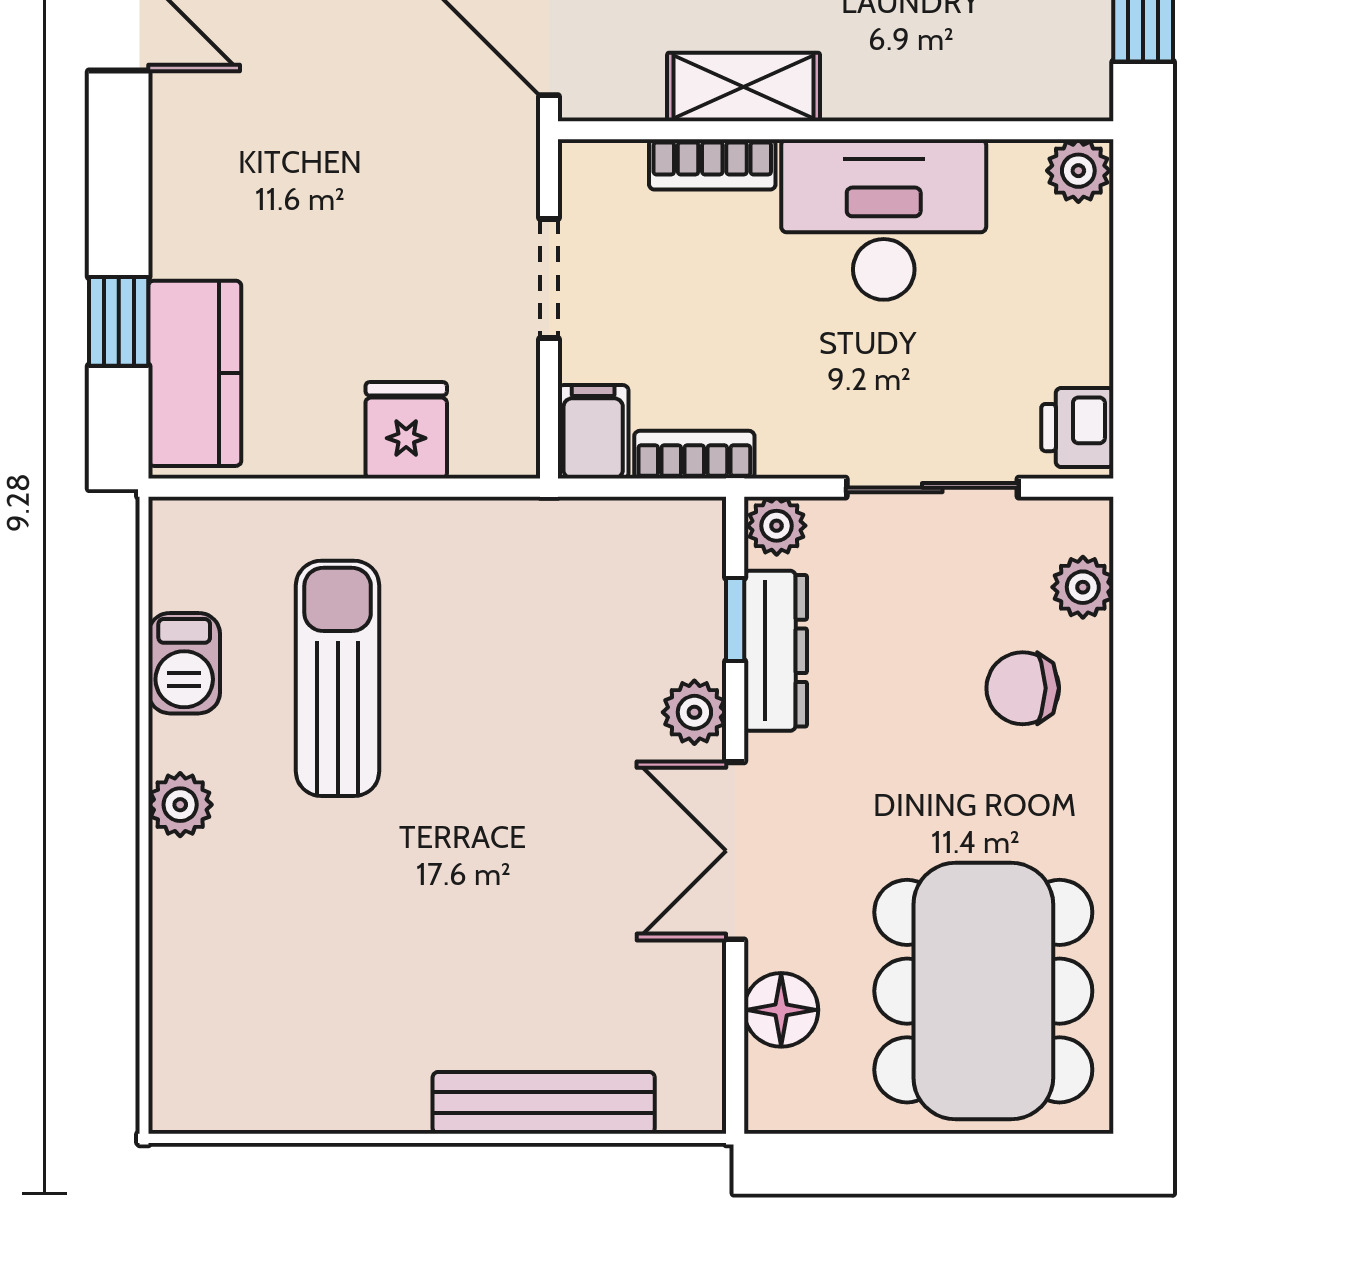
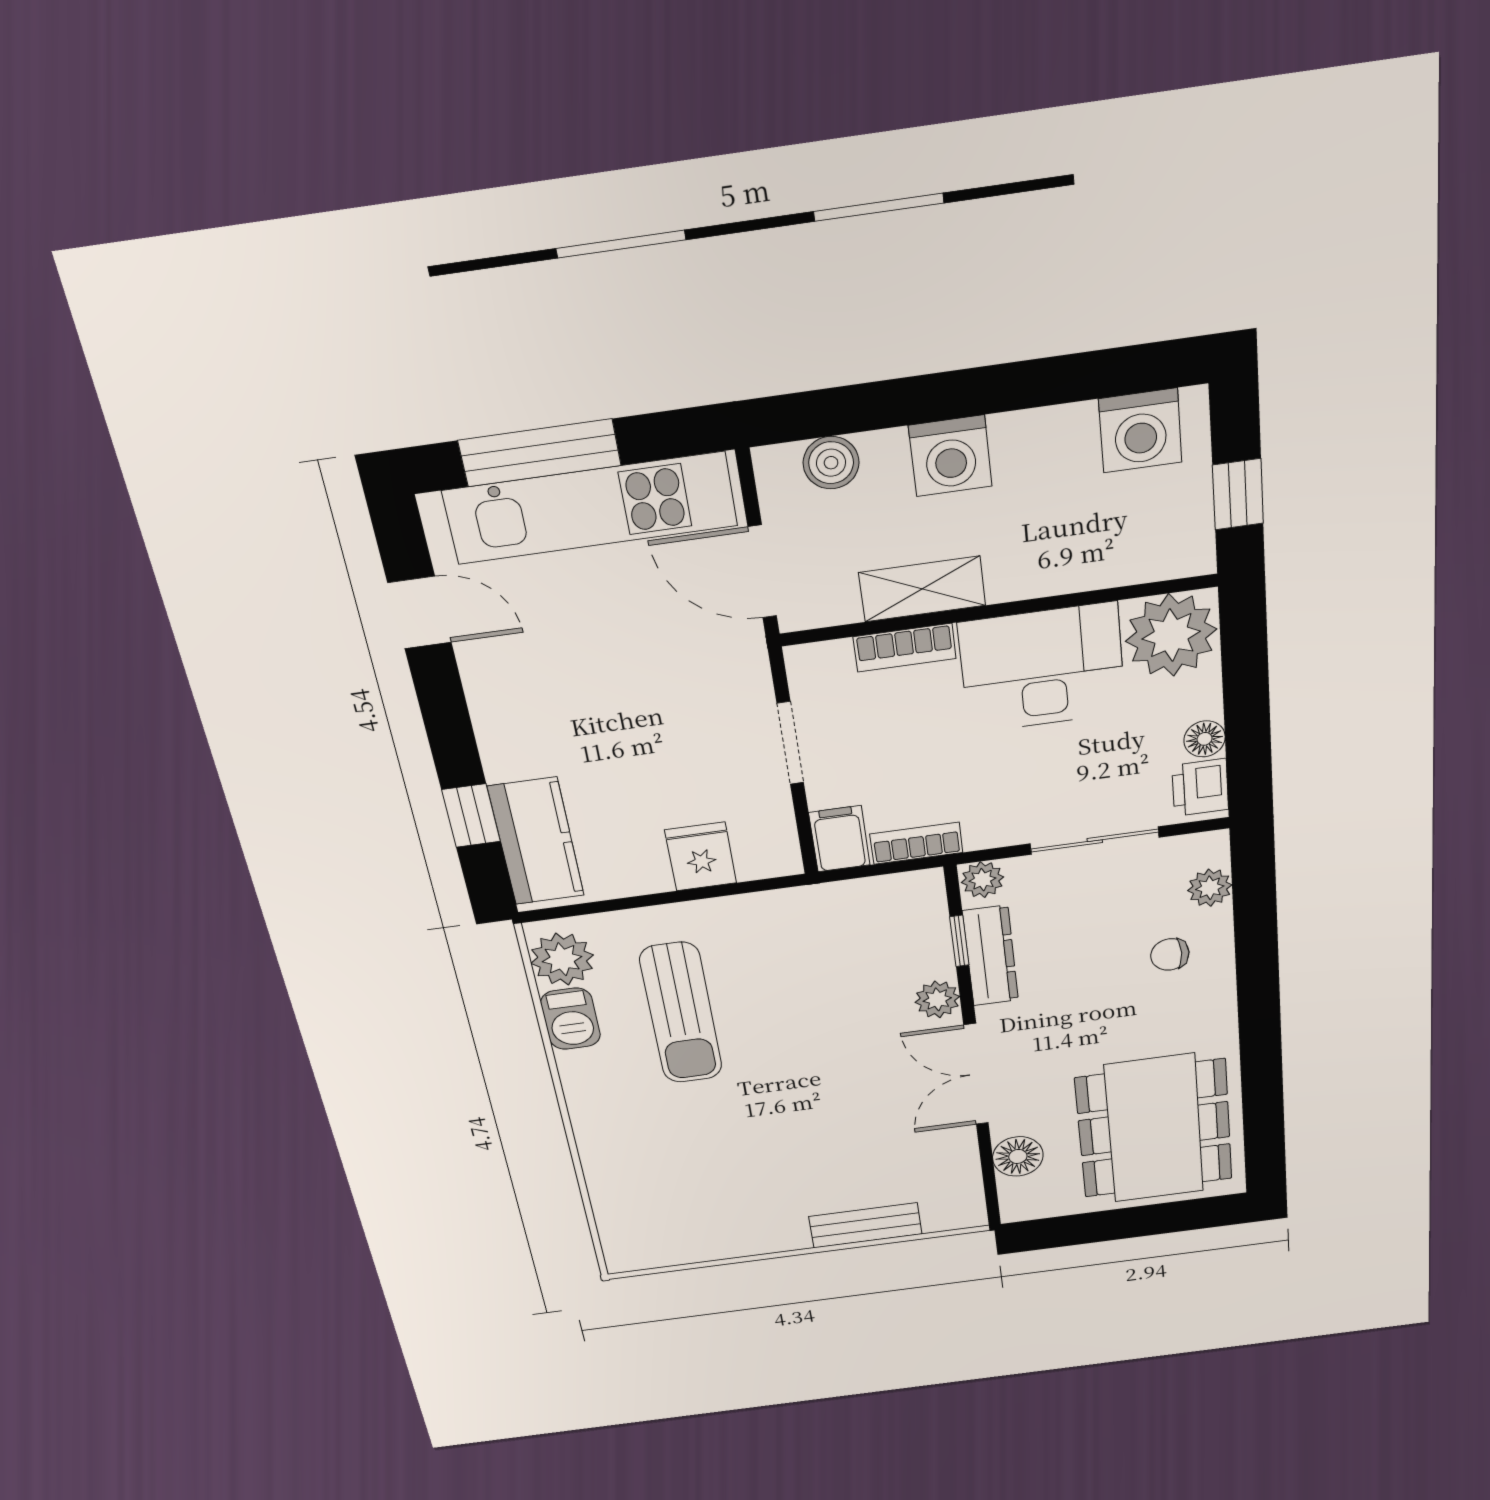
plant: (1078, 171) -> (1171, 635), width x1.88, depth x1.88
floor lamp: (1086, 355) -> (1205, 739), added
sun lounger: (338, 678) -> (681, 1013), turned 180
chair: (1023, 688) -> (1170, 954), width x0.73, depth x0.73
plant: (180, 805) -> (562, 959), moved, width x1.38, depth x1.38
bench: (544, 1103) -> (865, 1225), width x0.73

